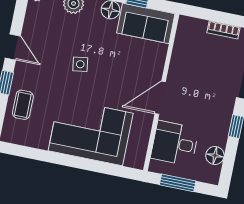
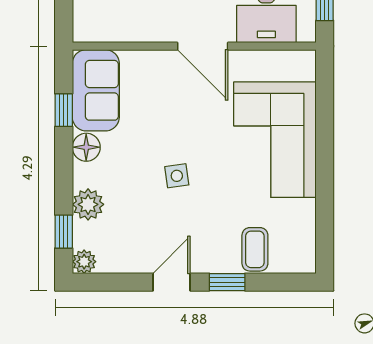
coffee table: (23, 105) -> (255, 249), turned 90

